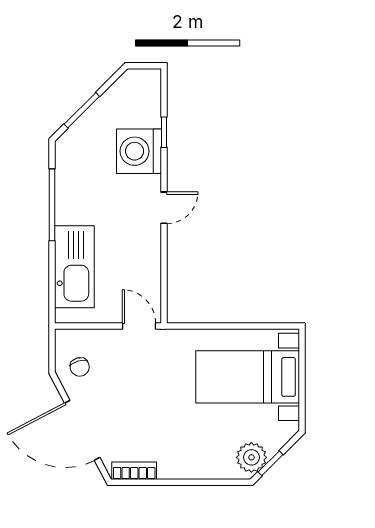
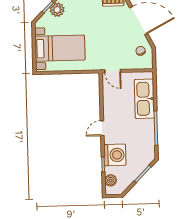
boiler: (149, 98) -> (111, 180), added

